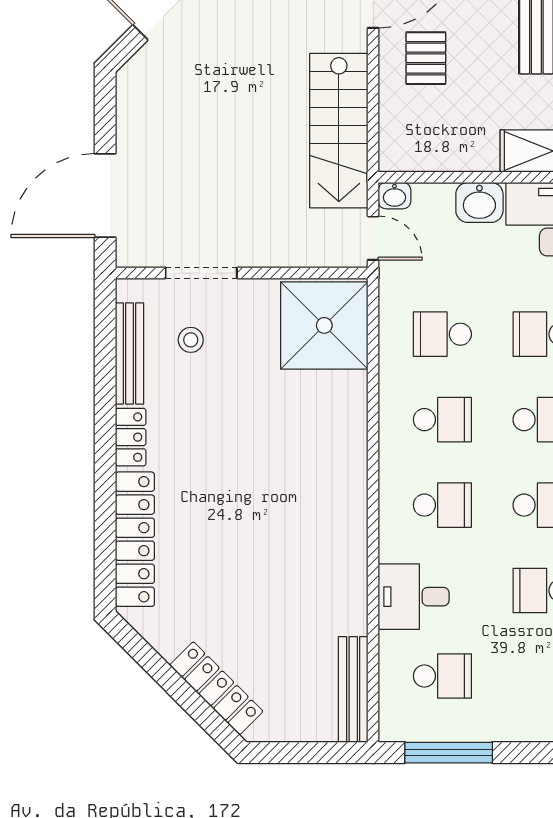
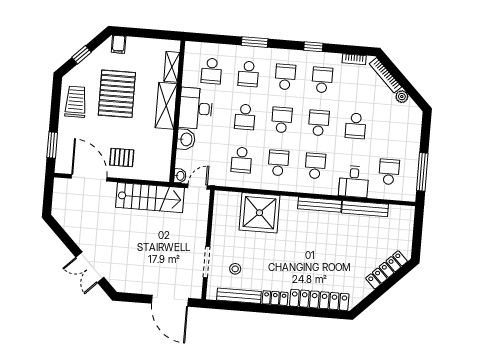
shower: (324, 325) -> (259, 213), moved
bench: (354, 522) -> (320, 205), added
bench: (353, 689) -> (365, 209), moved

